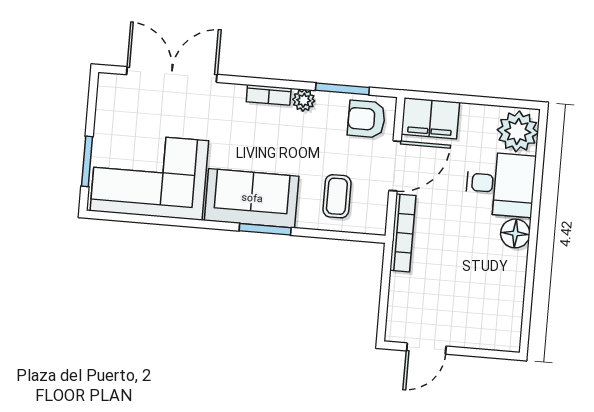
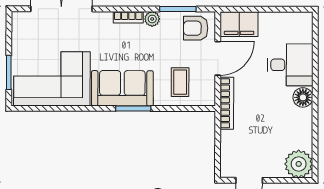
plant: (518, 131) -> (299, 164), moved

